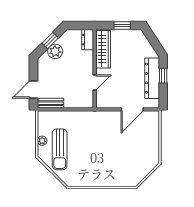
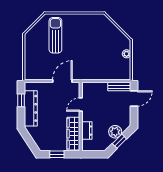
dresser: (88, 40) -> (87, 131), moved
window: (163, 76) -> (21, 100), moved
door: (132, 109) -> (62, 81), moved
sun lounger: (60, 149) -> (55, 35), moved

